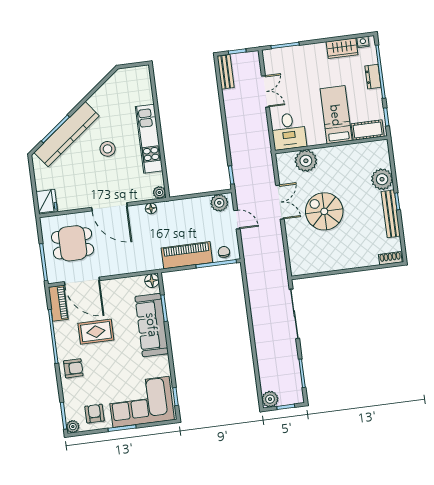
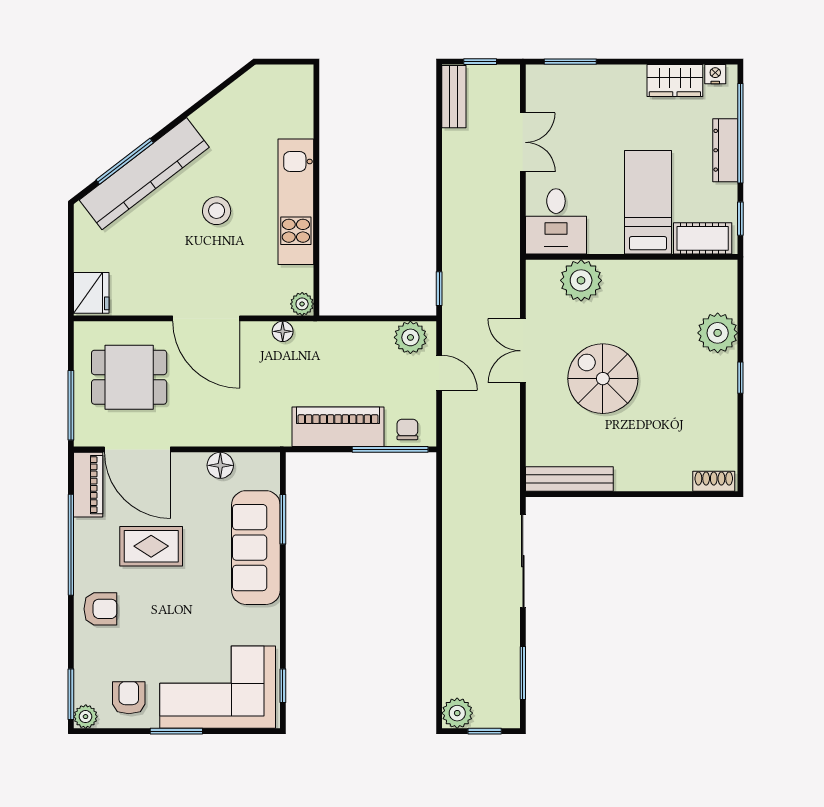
dresser: (373, 77) -> (725, 150), width x1.44
double door: (280, 202) -> (523, 351), swing flipped
bench: (391, 214) -> (569, 479), moved, turned 90
floor lamp: (152, 281) -> (220, 465), moved

